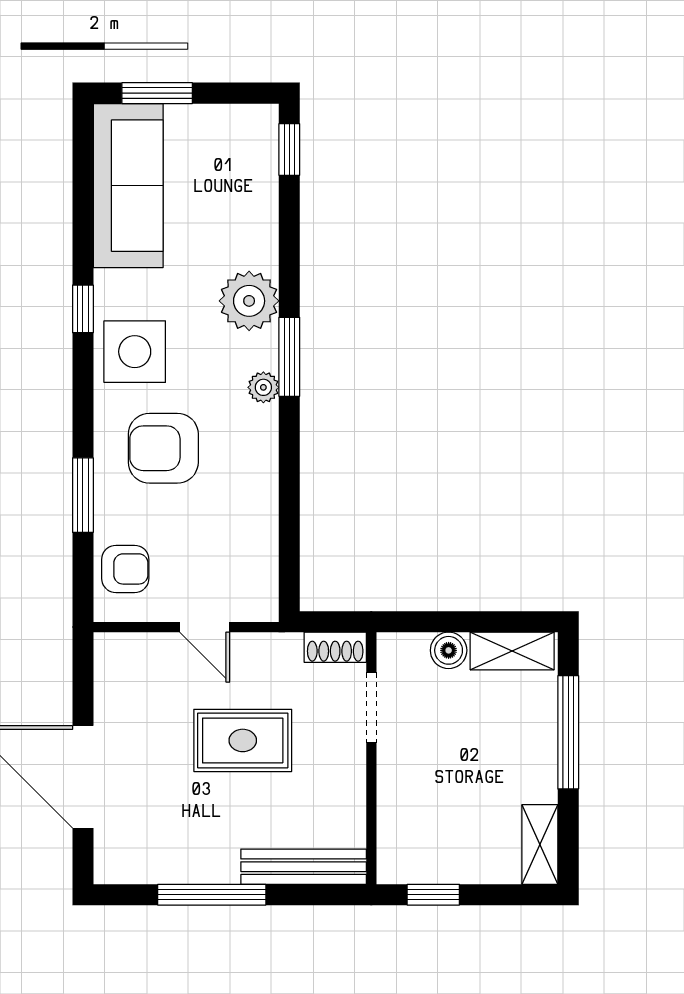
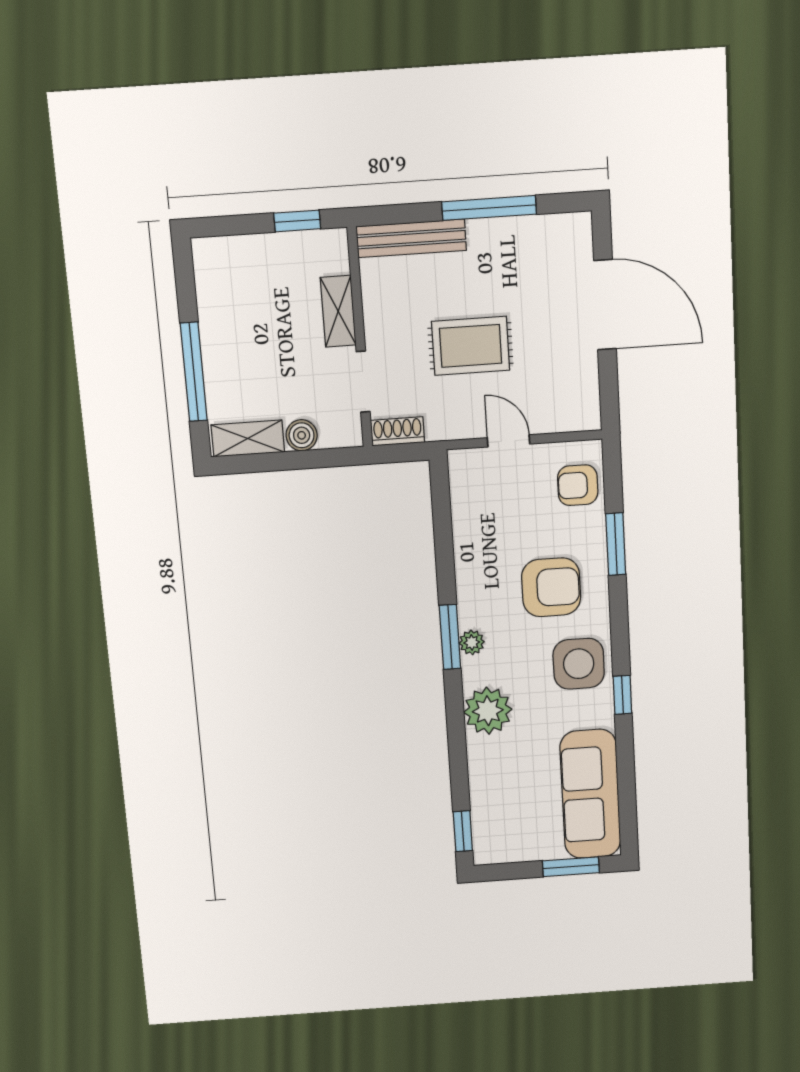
window: (289, 357) -> (450, 637), moved
shelving: (540, 844) -> (338, 311), moved

